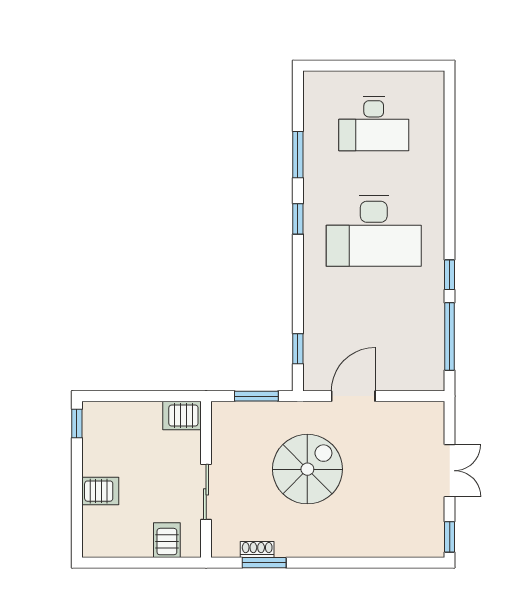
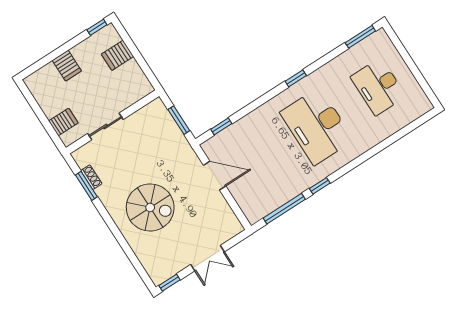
window: (298, 155) -> (360, 37), moved
server rack: (182, 416) -> (118, 55), moved, turned -90
spiral stairs: (307, 469) -> (150, 207), moved

